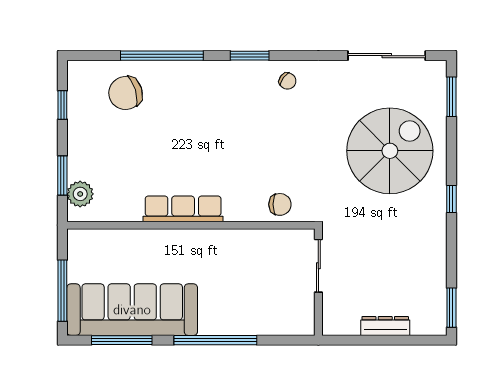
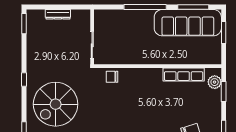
row of seats: (183, 209) -> (184, 74), moved
window: (62, 291) -> (224, 32), width x0.69

